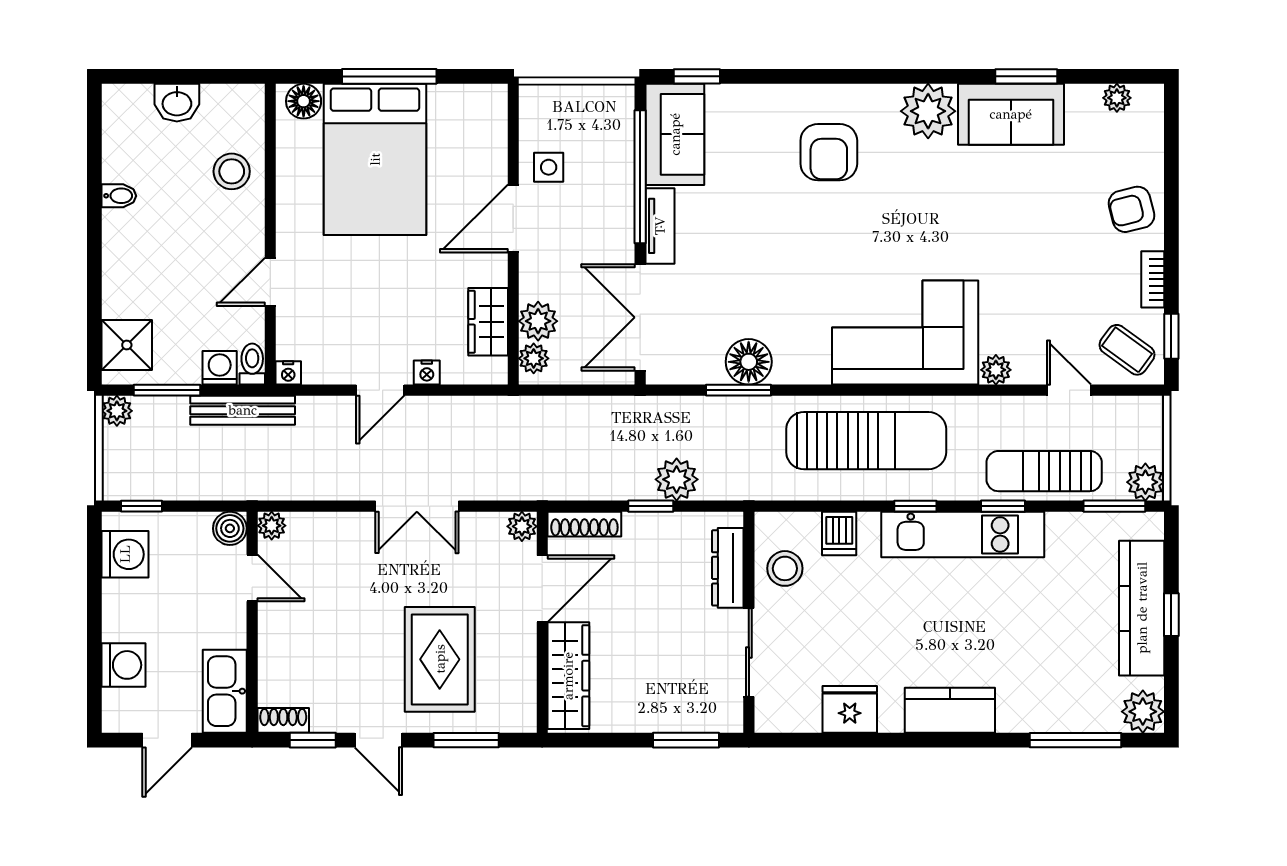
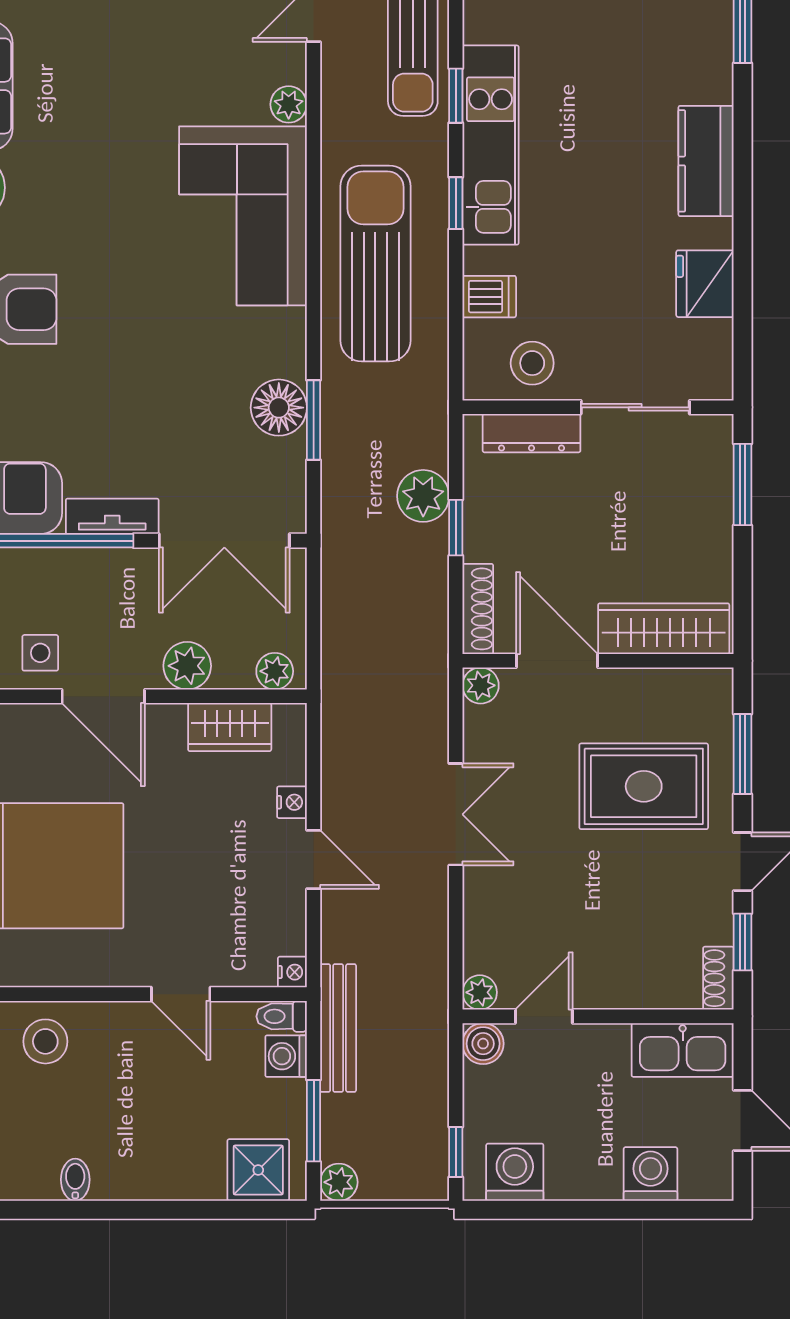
plant: (538, 321) -> (187, 666), moved

